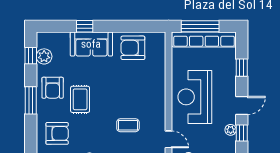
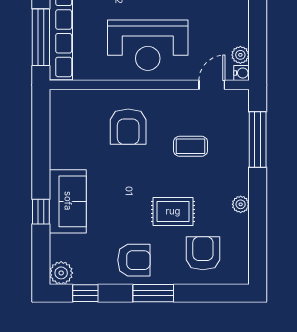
armchair: (133, 48) -> (128, 127), moved
plant: (44, 56) -> (61, 273), moved
rug: (80, 99) -> (173, 211), moved
coffee table: (128, 125) -> (191, 146), turned 90

